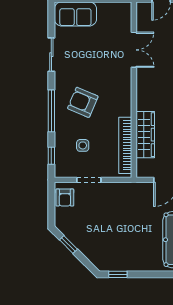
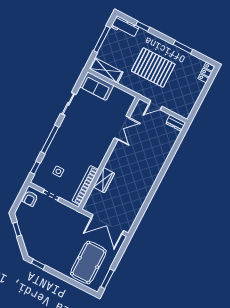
armchair: (83, 102) -> (72, 144), removed
wardrobe: (145, 135) -> (104, 180), width x0.67

